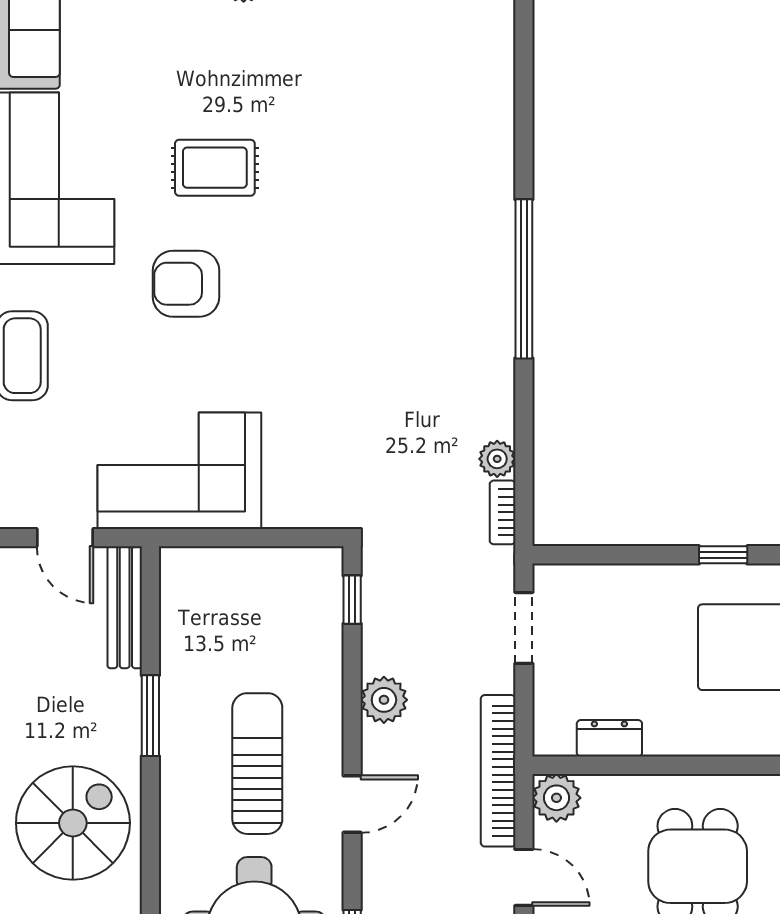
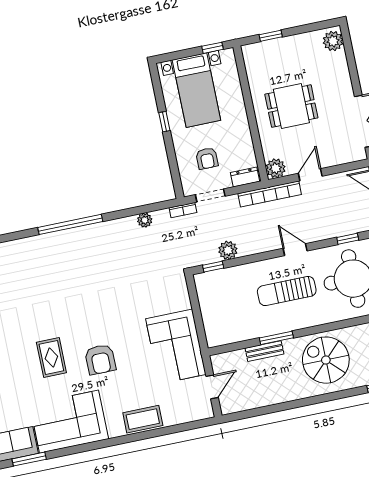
bookcase: (503, 512) -> (183, 210), moved
bench: (125, 607) -> (264, 351), moved, width x0.73
armchair: (614, 638) -> (207, 158), added
plant: (384, 700) -> (228, 250), moved
dresser: (609, 738) -> (245, 177), moved, turned 90

